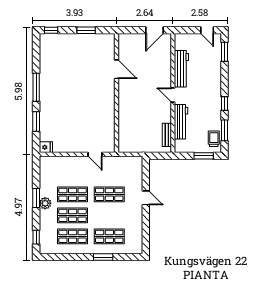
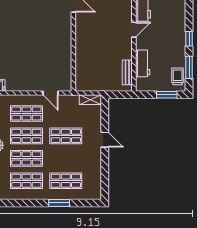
door: (173, 95) -> (134, 30), swing flipped
workbench: (181, 122) -> (143, 63), width x0.73
shelving: (132, 160) -> (90, 100), added
shop shelf: (73, 173) -> (26, 113), added

